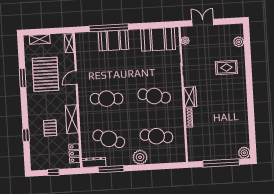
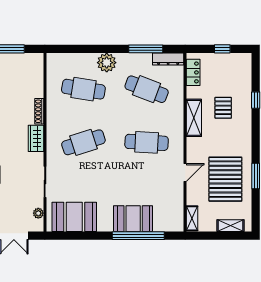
cafe table: (154, 96) -> (83, 142), turned -30

